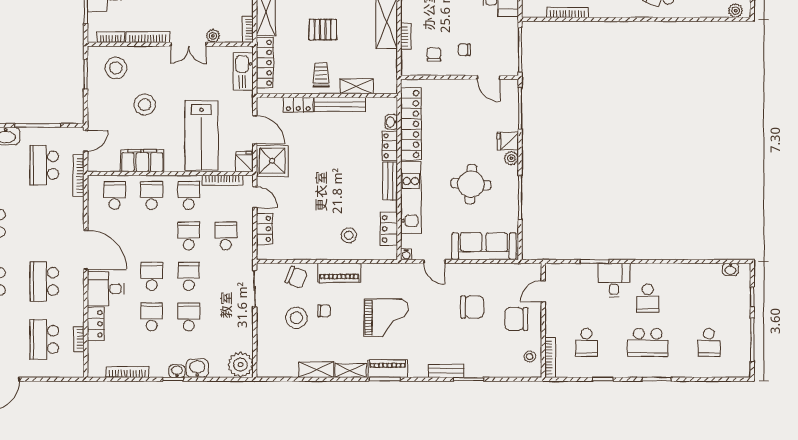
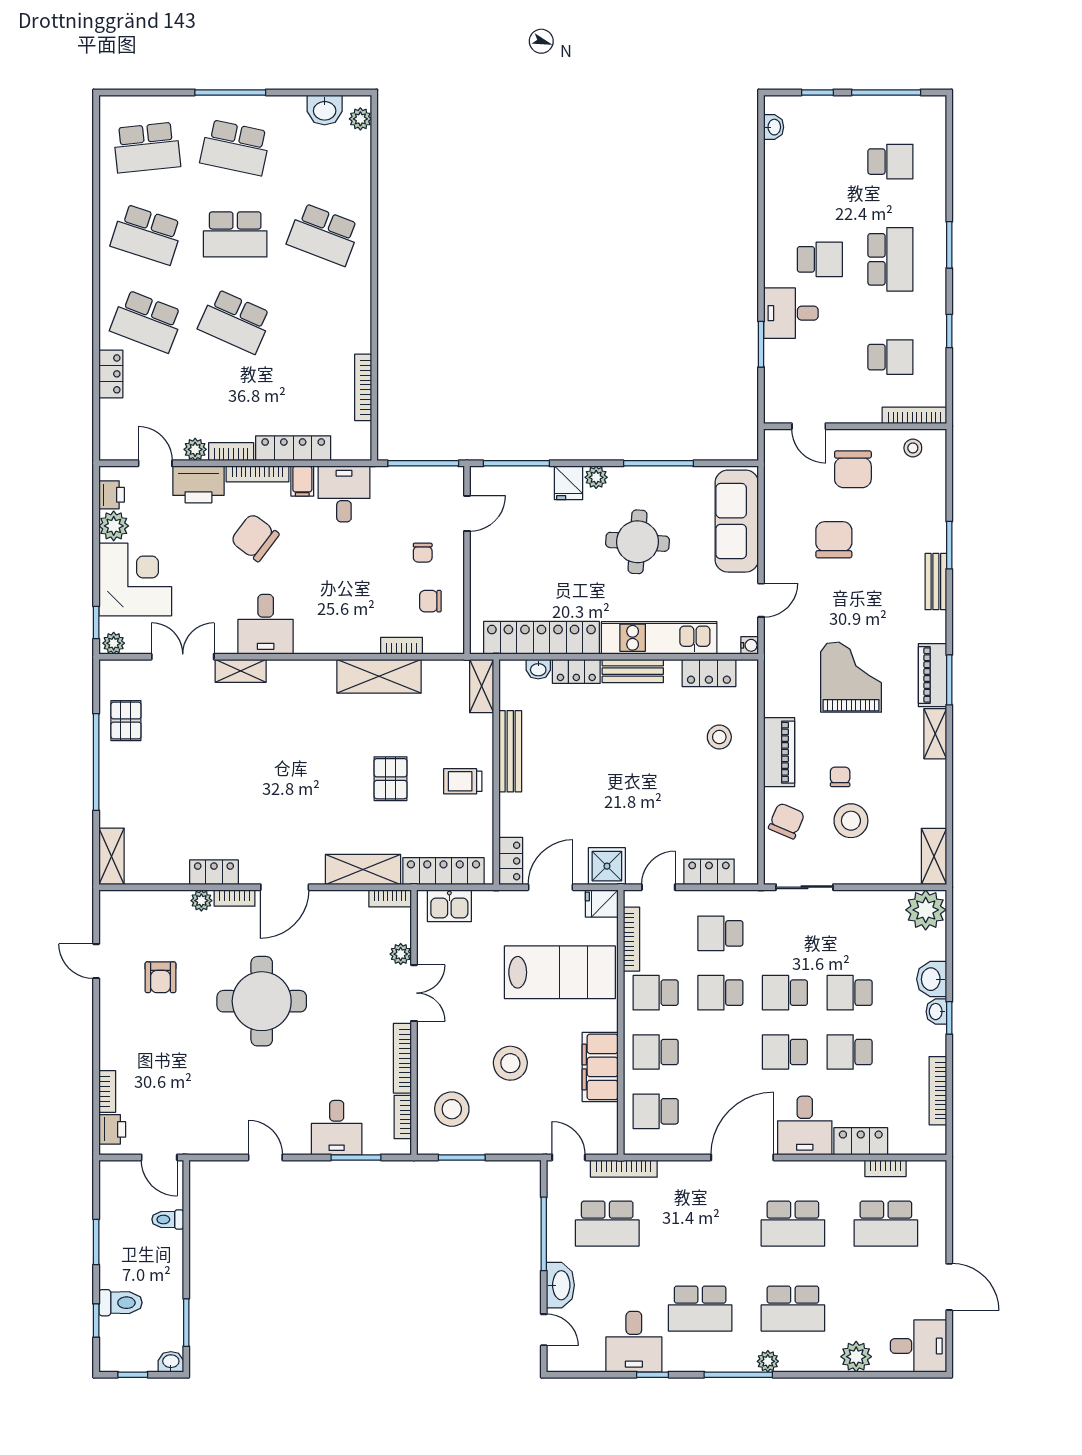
kitchen sink: (243, 72) -> (449, 906), width x0.73
shelving: (357, 86) -> (482, 686), moved
locker: (298, 105) -> (511, 861), moved
shower: (272, 161) -> (607, 866), width x0.73, depth x0.73
shelving: (316, 370) -> (934, 856), moved

